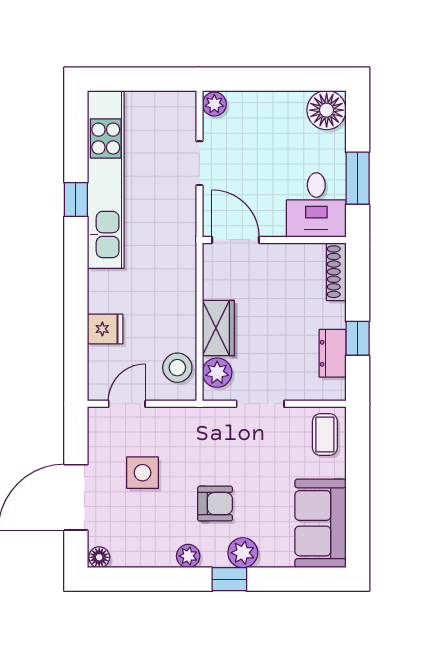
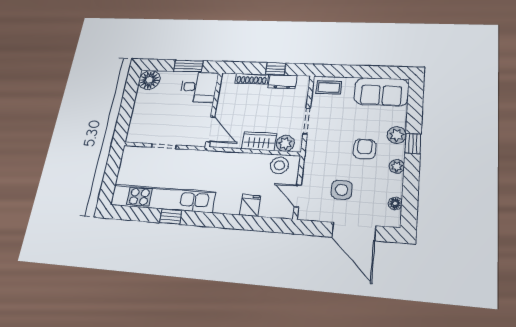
plant: (214, 104) -> (133, 136), removed
door: (236, 240) -> (210, 129), swing flipped
shoe rack: (336, 272) -> (252, 79), moved
floor lamp: (99, 557) -> (395, 203), moved

